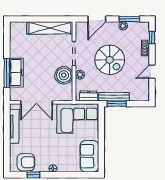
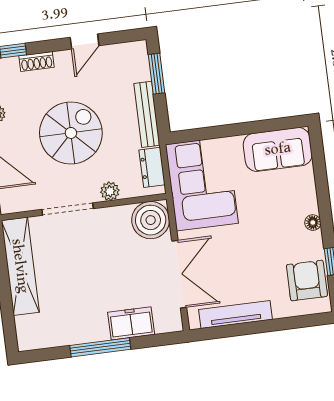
door: (152, 72) -> (85, 41), hinge flipped
window: (7, 73) -> (100, 347), moved
freezer: (16, 73) -> (131, 323), width x0.71
boiler: (64, 75) -> (151, 220), moved
window: (117, 104) -> (157, 74), moved

